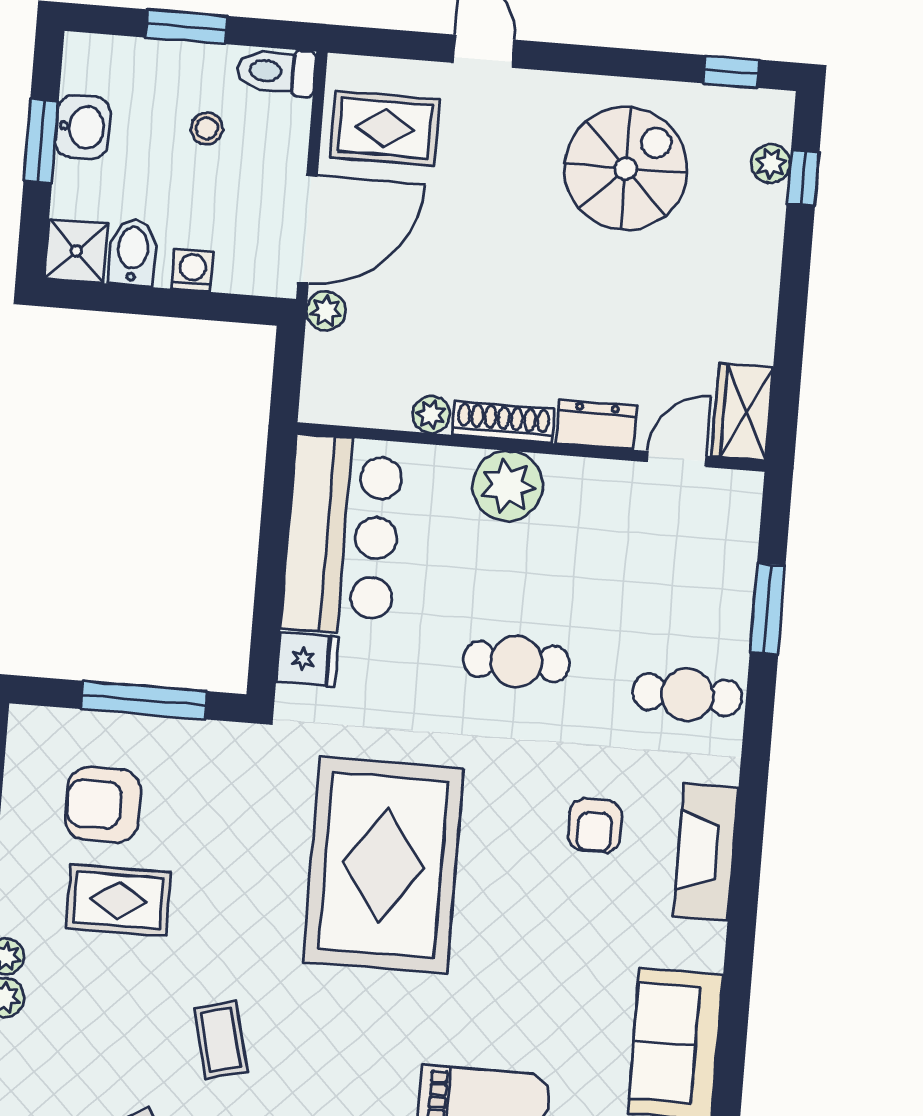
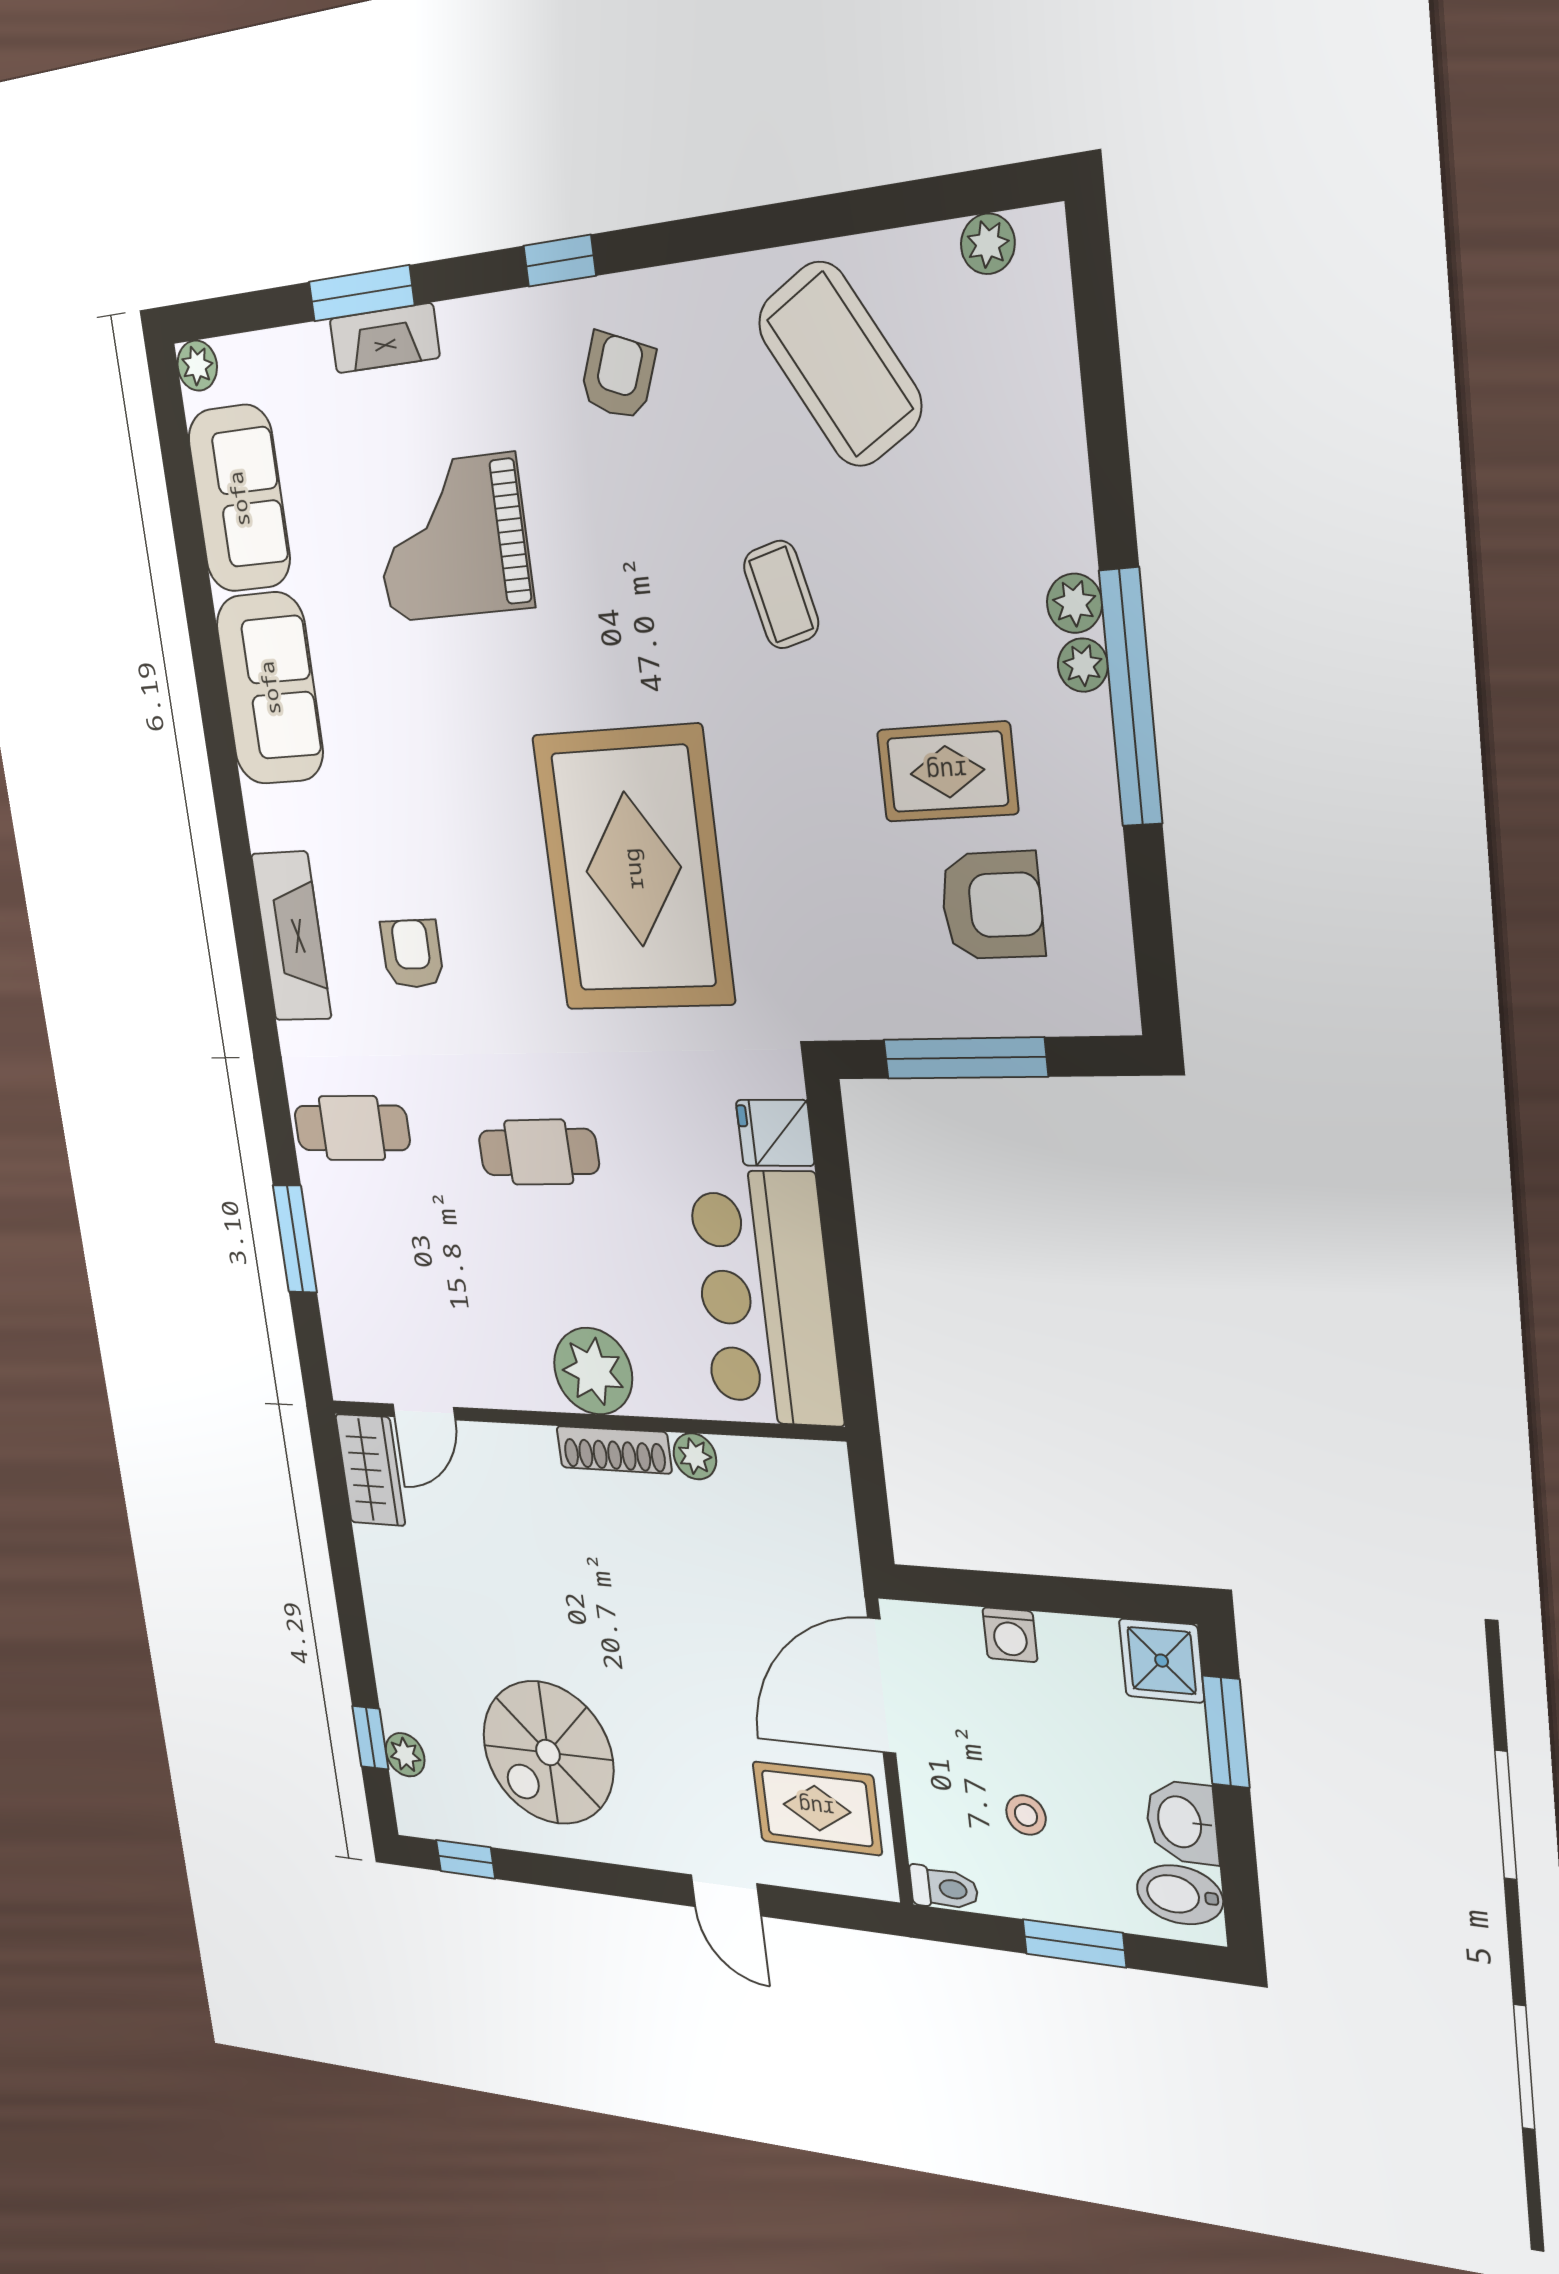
toilet: (276, 72) -> (944, 1888), width x0.73, depth x0.72
window: (41, 141) -> (1226, 1732), moved
bidet: (133, 252) -> (1180, 1895), moved, turned 90
plant: (326, 311) -> (840, 1584), removed
dresser: (596, 425) -> (515, 1450), removed

